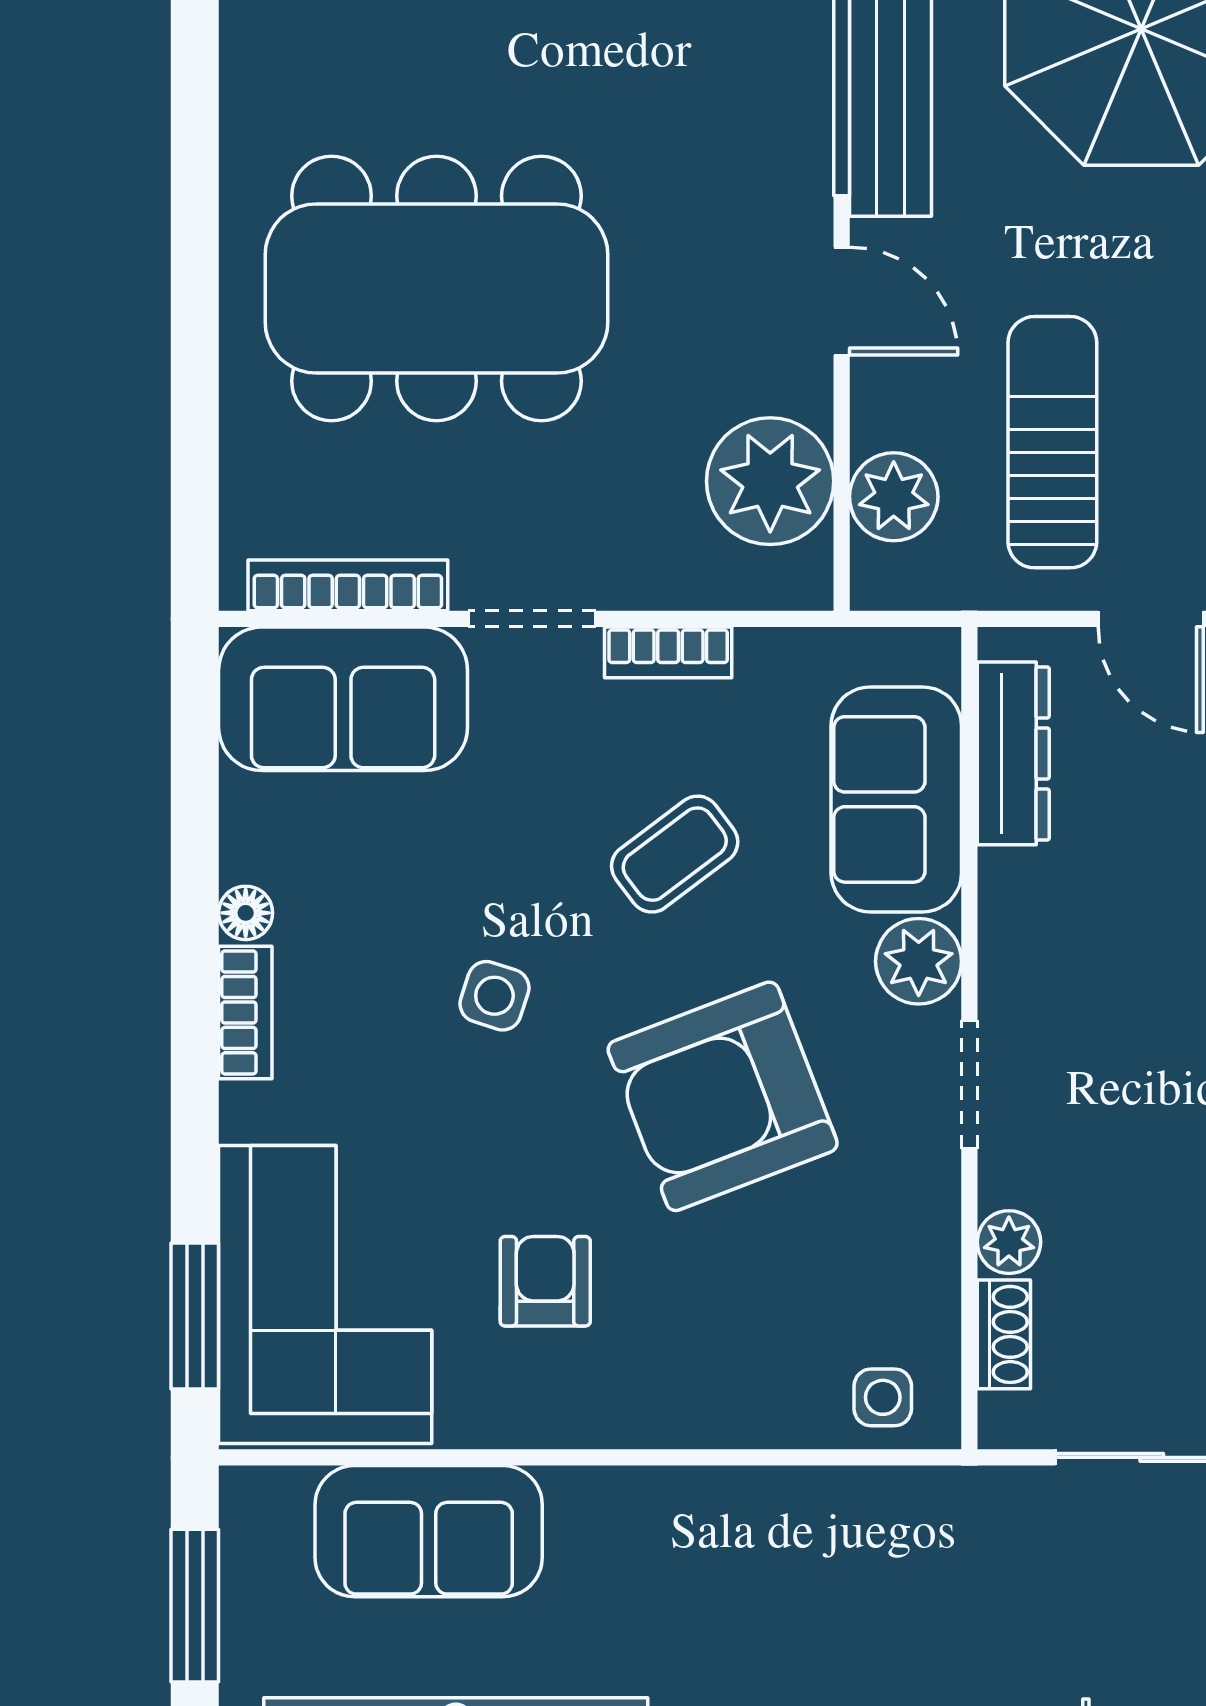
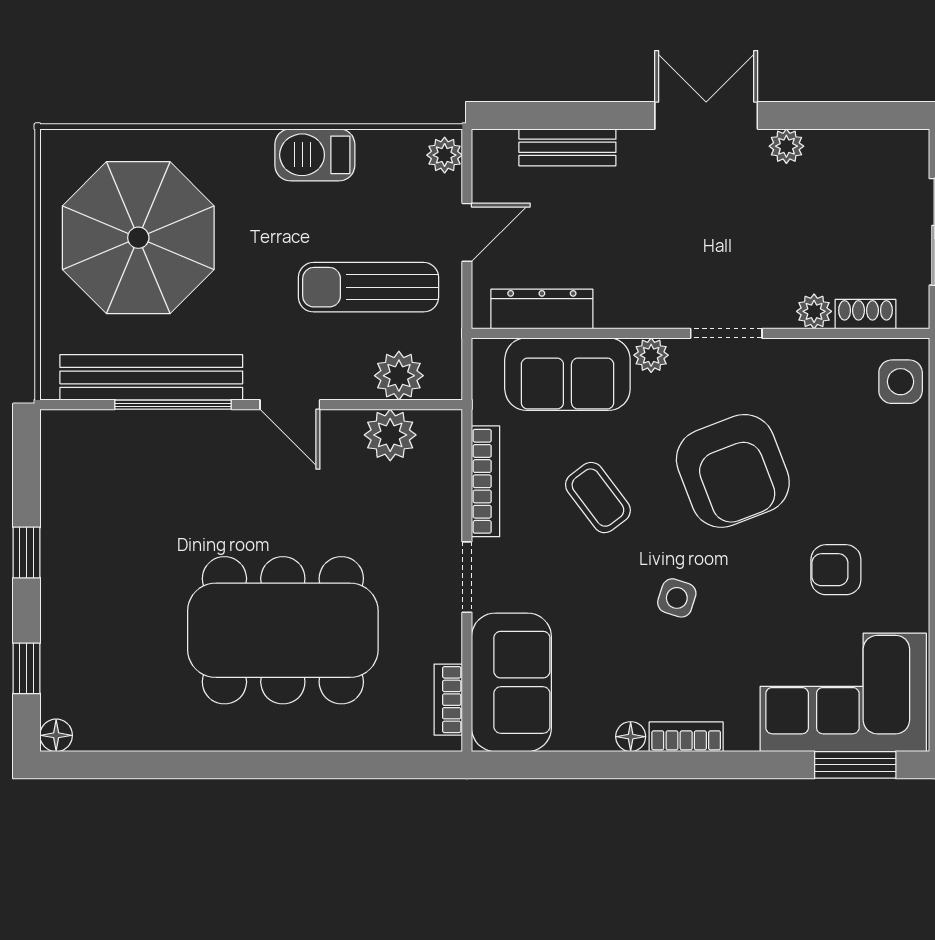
dining table: (436, 288) -> (283, 630), turned 90
door: (842, 301) -> (290, 405), swing flipped
plant: (770, 481) -> (390, 435), width x0.73, depth x0.73
bookcase: (348, 585) -> (448, 700), width x0.64
bookcase: (668, 652) -> (486, 481), width x1.56
plant: (919, 961) -> (651, 355), width x0.73, depth x0.73
side table: (883, 1397) -> (901, 382), width x1.37, depth x1.37

